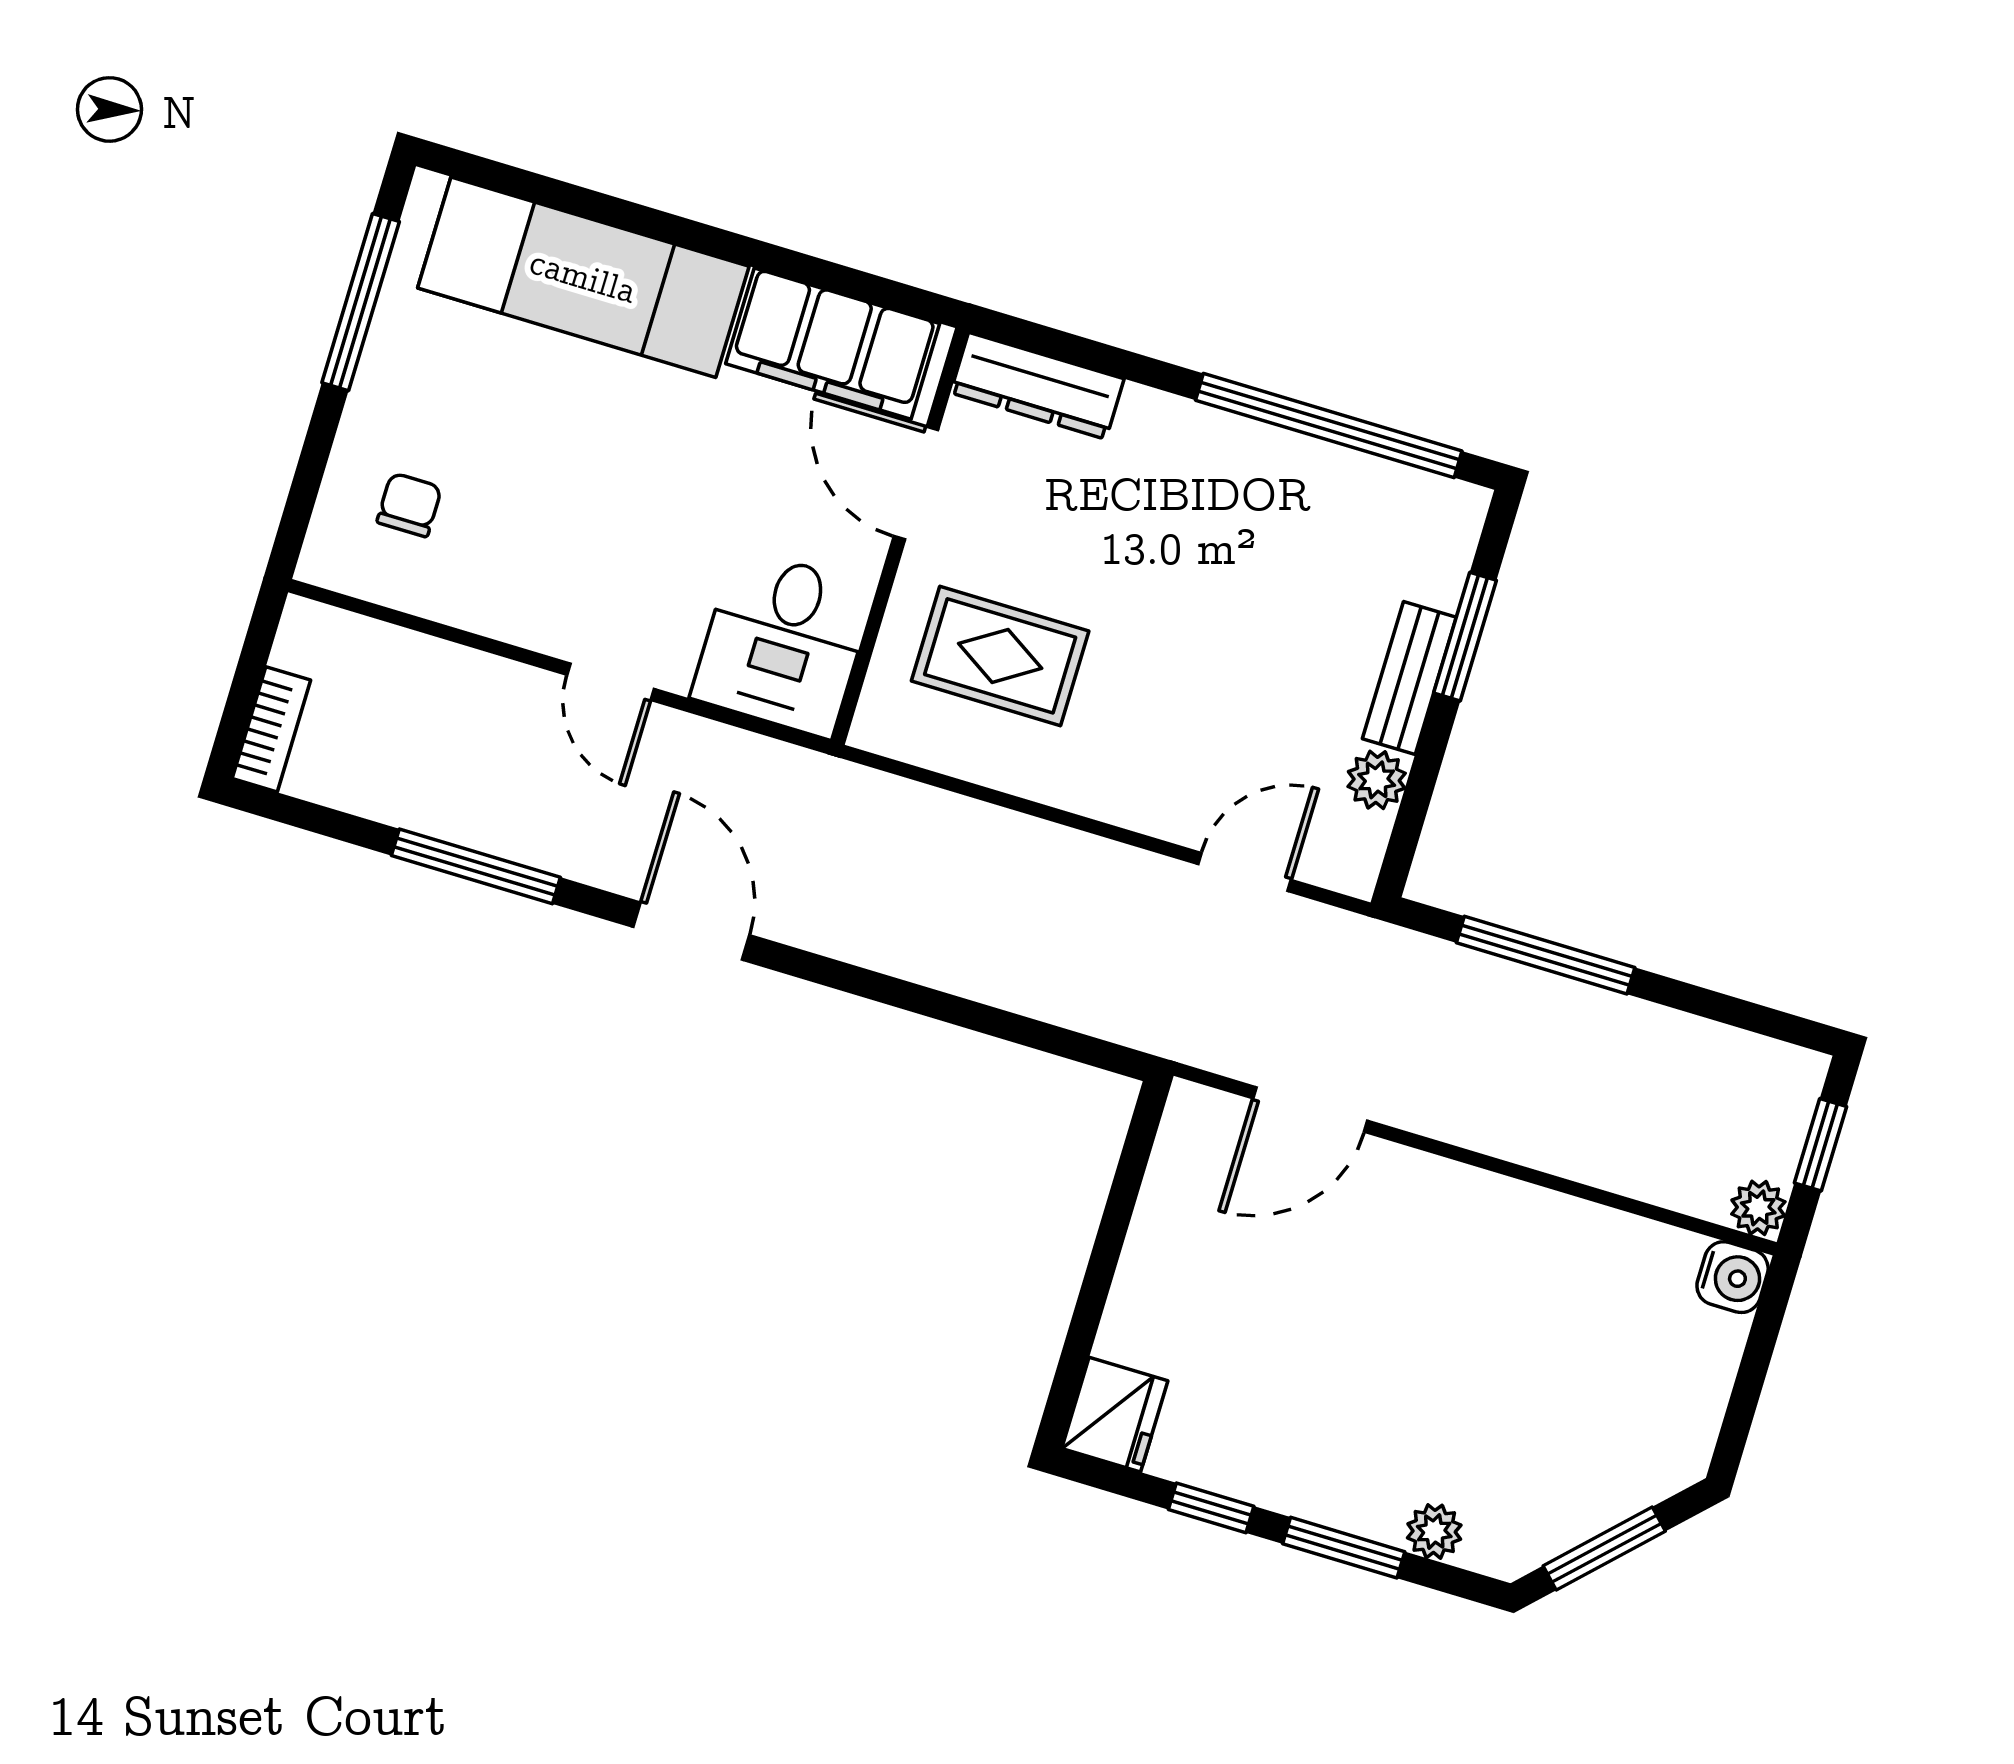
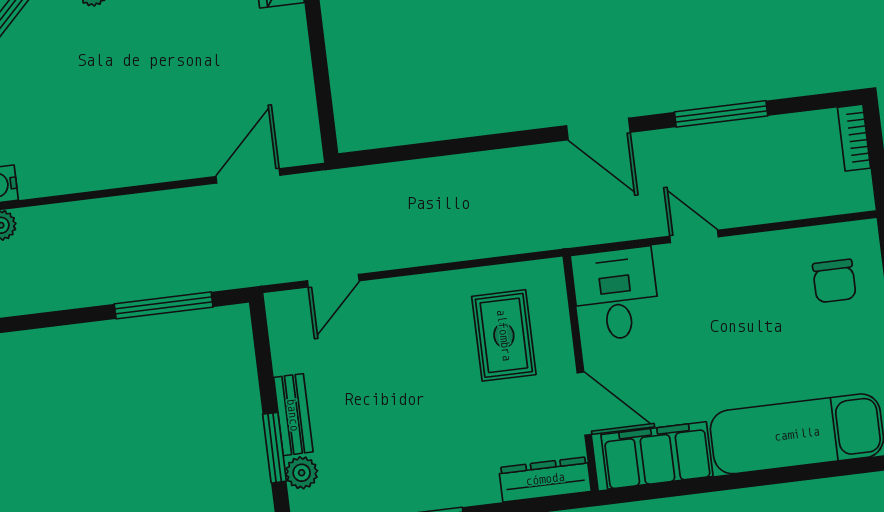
chair: (409, 505) -> (834, 281), width x1.37, depth x1.37
rug: (1000, 656) -> (504, 335), turned 90
plant: (1377, 780) -> (302, 473), moved

